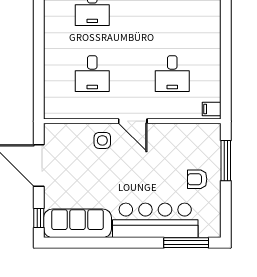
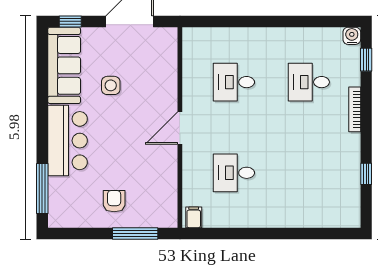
side table: (102, 140) -> (111, 85), moved
bar counter: (155, 220) -> (67, 141), width x0.73

